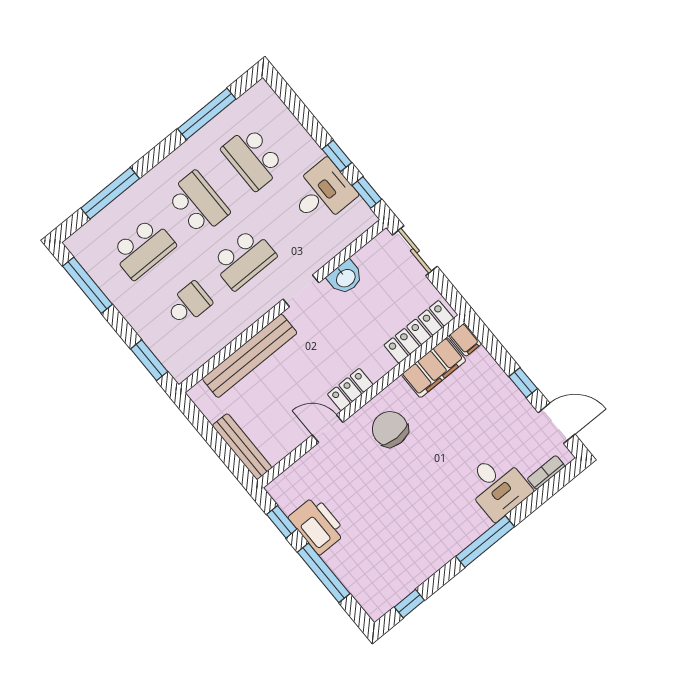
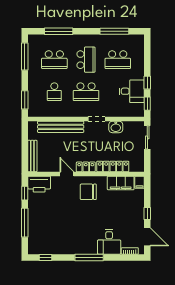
school desk: (253, 158) -> (118, 60), turned -90
school desk: (189, 304) -> (54, 92), turned 90
locker: (419, 332) -> (113, 166), moved
chair: (390, 429) -> (88, 192), turned -90
printer: (317, 525) -> (39, 184), moved, turned 90

